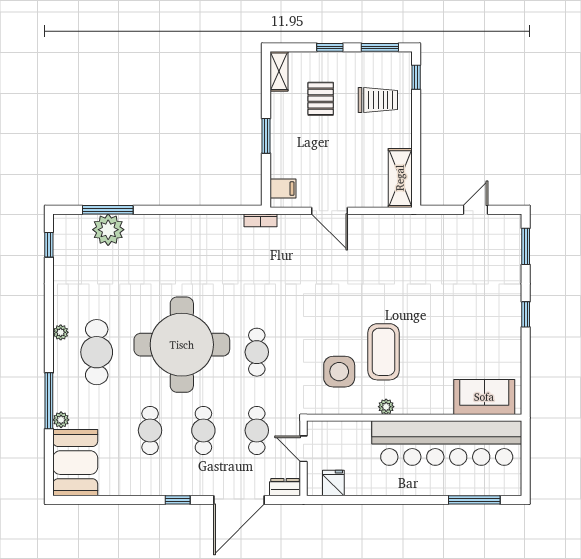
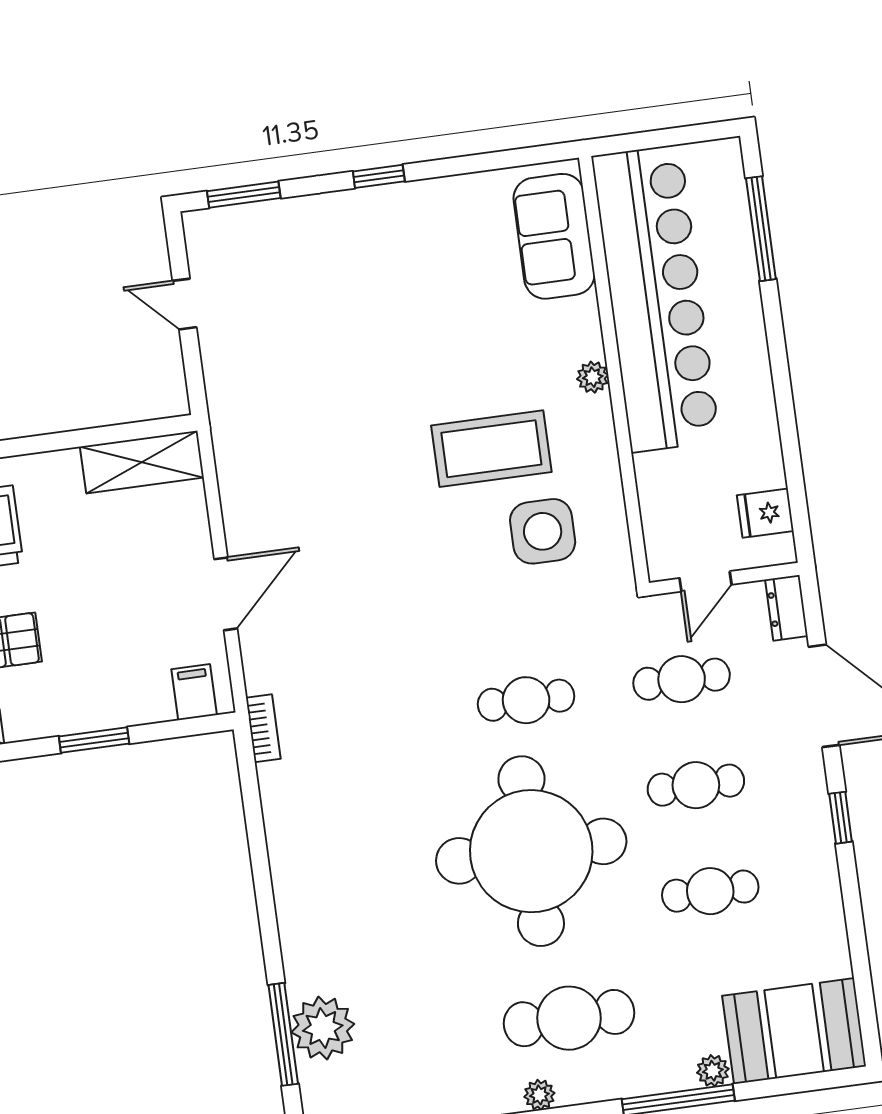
plant: (386, 407) -> (593, 377), moved

